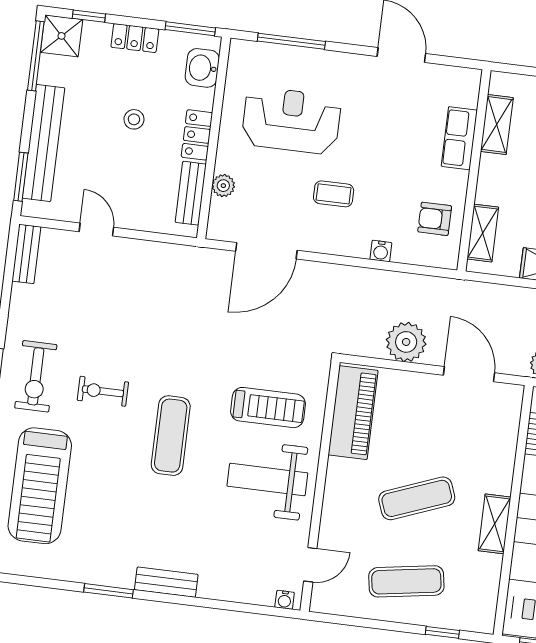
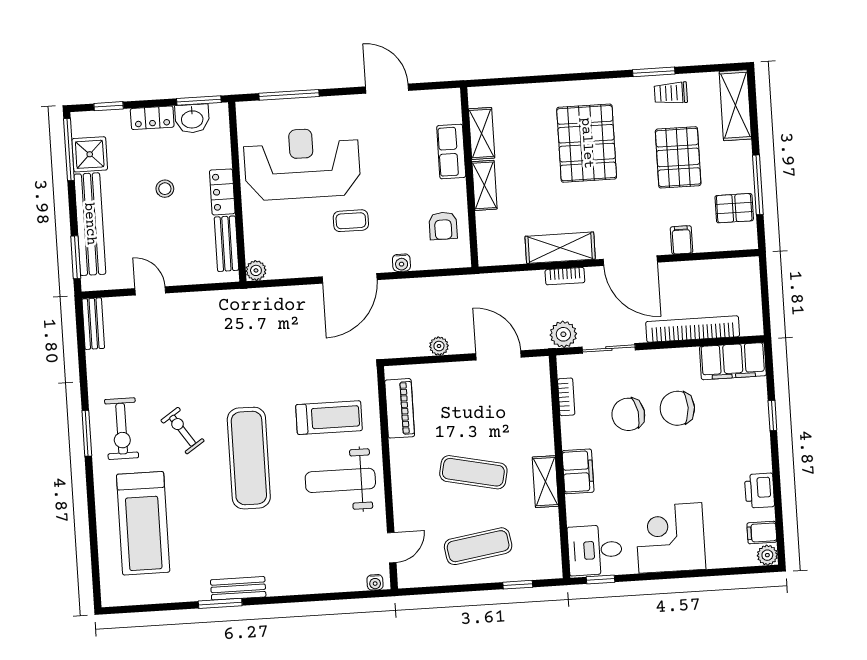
shower: (62, 36) -> (90, 154), moved
washbasin: (202, 68) -> (192, 119), moved, turned -90
reception desk: (291, 120) -> (302, 164), width x1.36, depth x1.30
plant: (223, 186) -> (256, 270), moved
armchair: (435, 219) -> (443, 226), turned -90
shelving: (483, 233) -> (484, 185), moved
door: (266, 251) -> (350, 278), moved
plant: (406, 342) -> (439, 346), width x0.53, depth x0.53
exercise bike: (103, 391) -> (182, 431), turned 56
piano: (353, 413) -> (400, 408), width x0.73, depth x0.75
exercise mat: (171, 436) -> (249, 458), width x1.36, depth x1.45
exercise mat: (417, 498) -> (473, 472), turned 33
bench: (166, 582) -> (238, 588), moved

